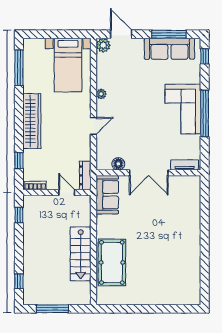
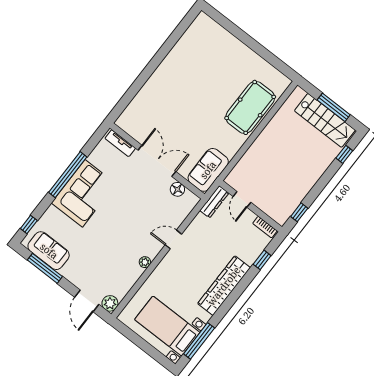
sofa: (169, 49) -> (49, 251), width x0.73
bed with nightstands: (68, 65) -> (167, 326), moved, turned -90
stairs: (81, 254) -> (325, 120), moved, turned 90

